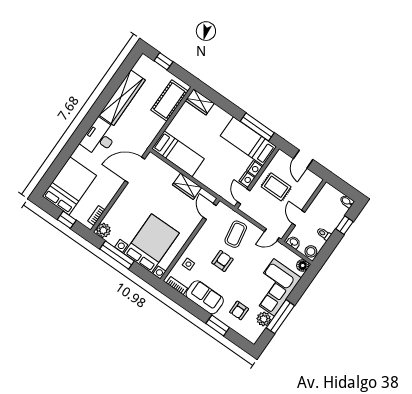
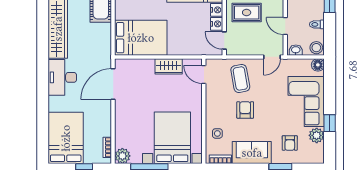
bed: (178, 154) -> (141, 38), width x1.50
window: (280, 317) -> (330, 123), width x0.46

